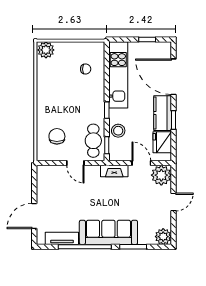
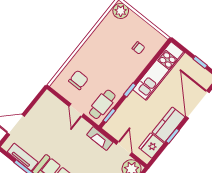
stool: (118, 131) -> (126, 112), removed

